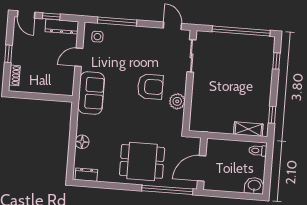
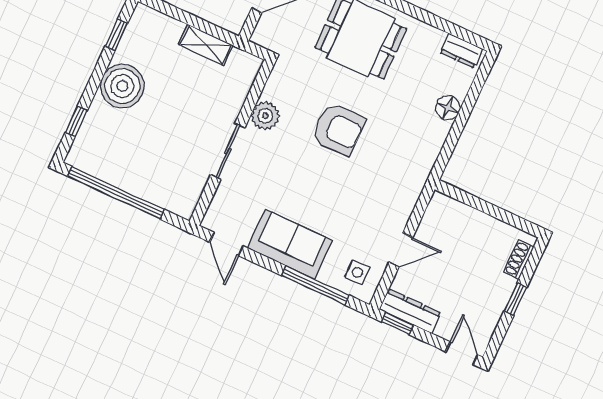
window: (51, 16) -> (397, 323), moved
sliding door: (192, 56) -> (228, 151), moved
armchair: (150, 87) -> (338, 129), moved, turned 180
boiler: (259, 89) -> (122, 86), added
sofa: (91, 93) -> (290, 244), moved, turned 90
shelving: (248, 129) -> (206, 45), moved

